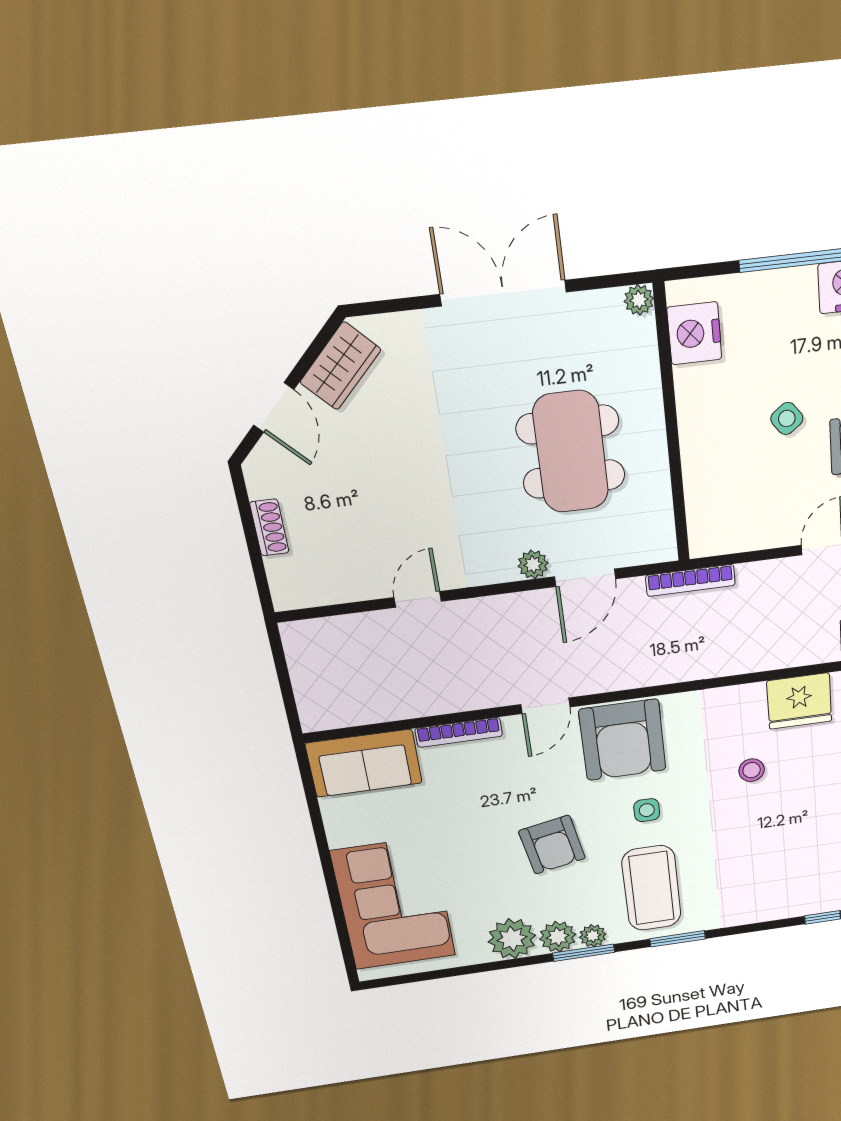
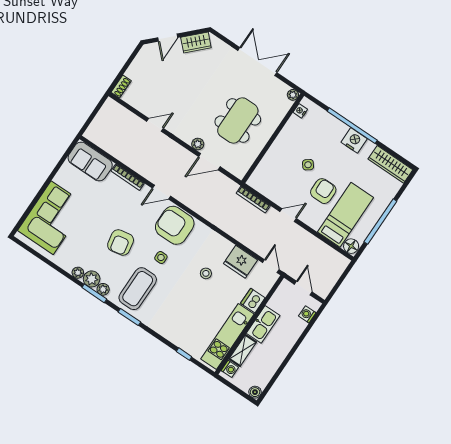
nightstand: (694, 333) -> (300, 111), width x0.53, depth x0.56
shoe rack: (269, 528) -> (121, 87), moved
bookcase: (690, 580) -> (253, 199), moved
armchair: (623, 740) -> (175, 225), turned 90
plant: (512, 939) -> (78, 273), width x0.53, depth x0.53

